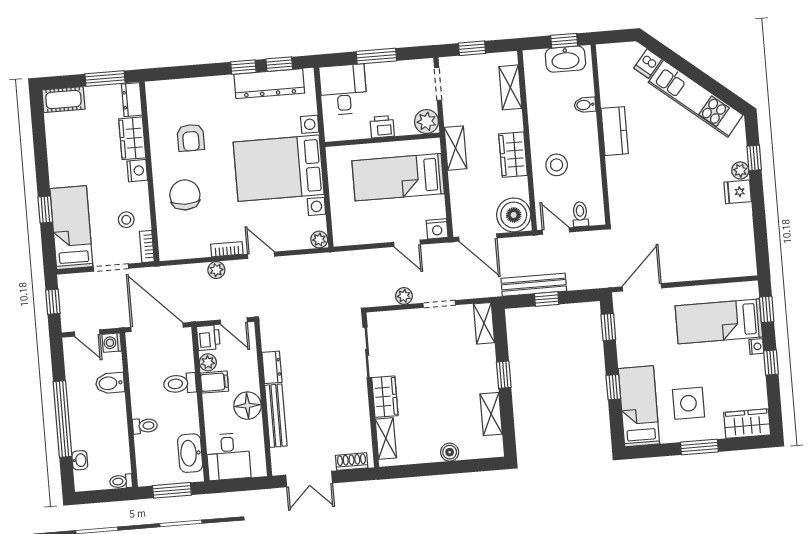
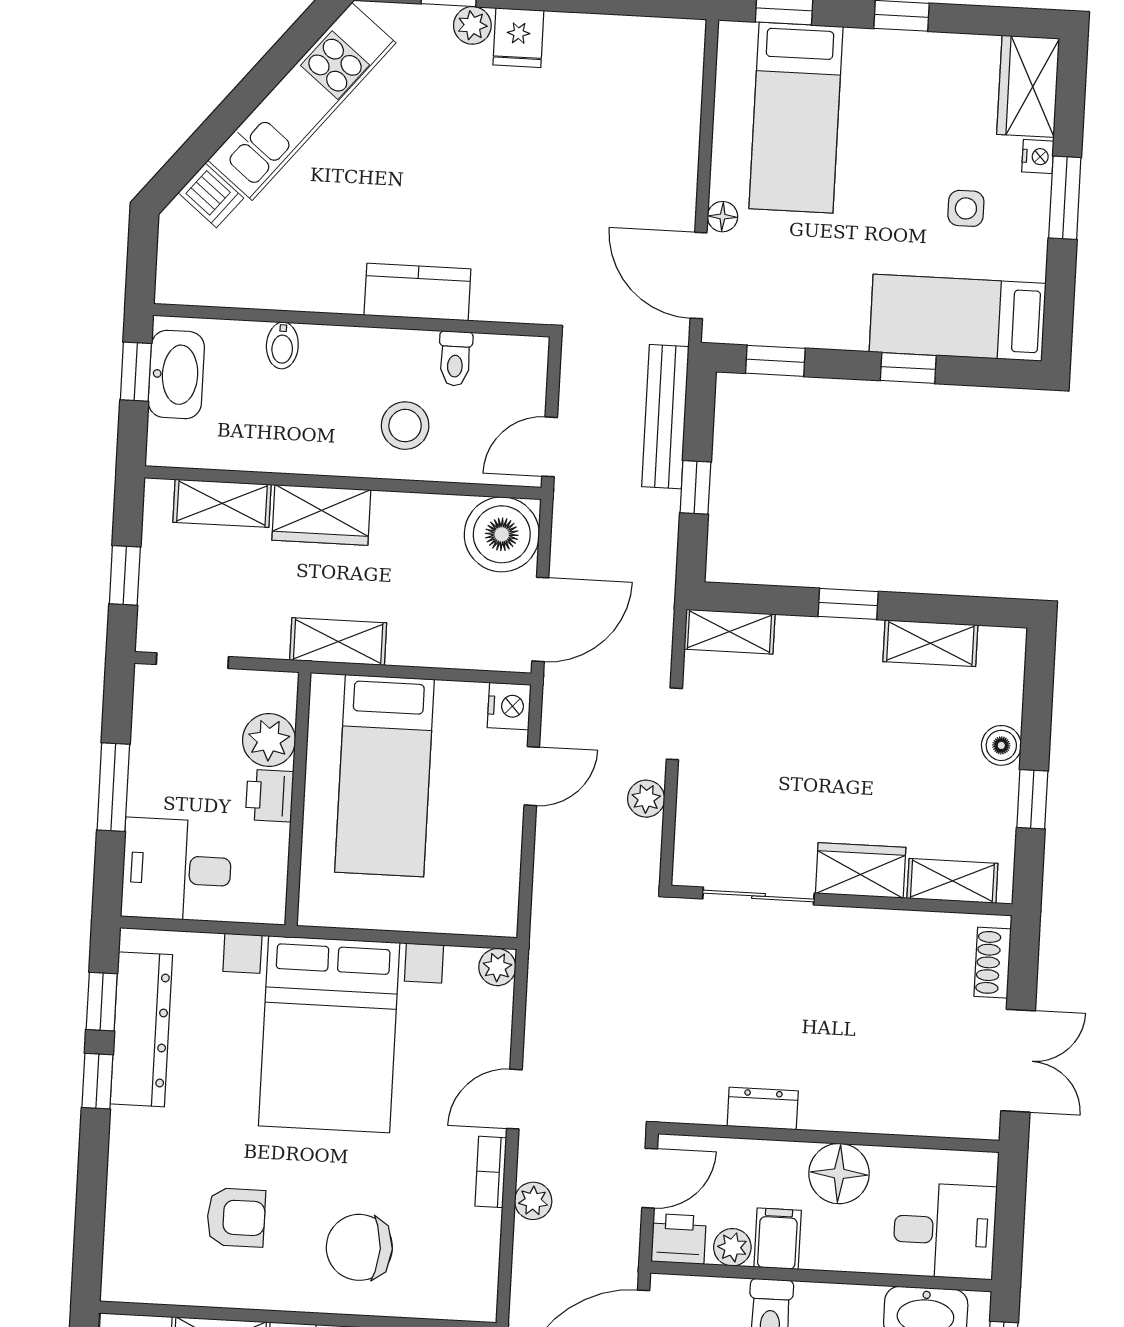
plant: (426, 122) -> (269, 740), moved
kitchen counter: (615, 131) -> (417, 292), moved
wardrobe: (513, 155) -> (321, 515), moved
toilet: (580, 214) -> (455, 359), moved, turned -90
bench: (534, 285) -> (665, 417), moved
floor lamp: (670, 294) -> (723, 217), added
nightstand: (756, 346) -> (1038, 157), moved, turned 90
side table: (688, 403) -> (966, 208), width x0.54, depth x0.54
bench: (276, 416) -> (870, 1115), removed
window: (427, 469) -> (1032, 799), added

